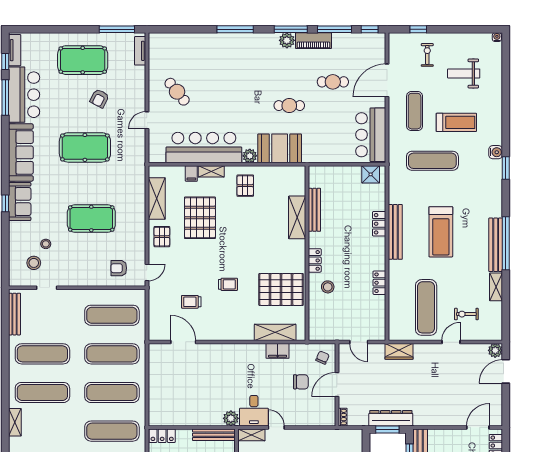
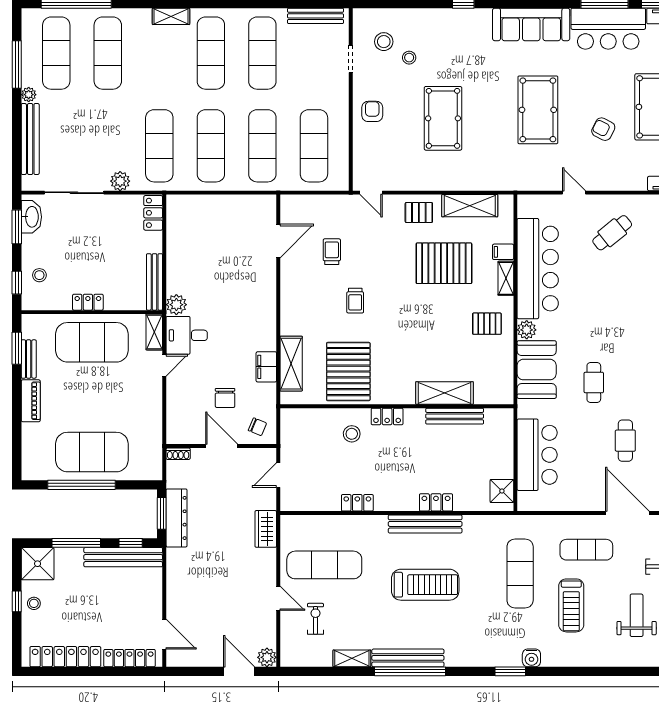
bar counter: (371, 135) -> (537, 455), moved, turned 90
sofa: (20, 202) -> (466, 23), removed
treadmill: (441, 232) -> (425, 585), turned 180
armchair: (119, 268) -> (372, 111), moved

